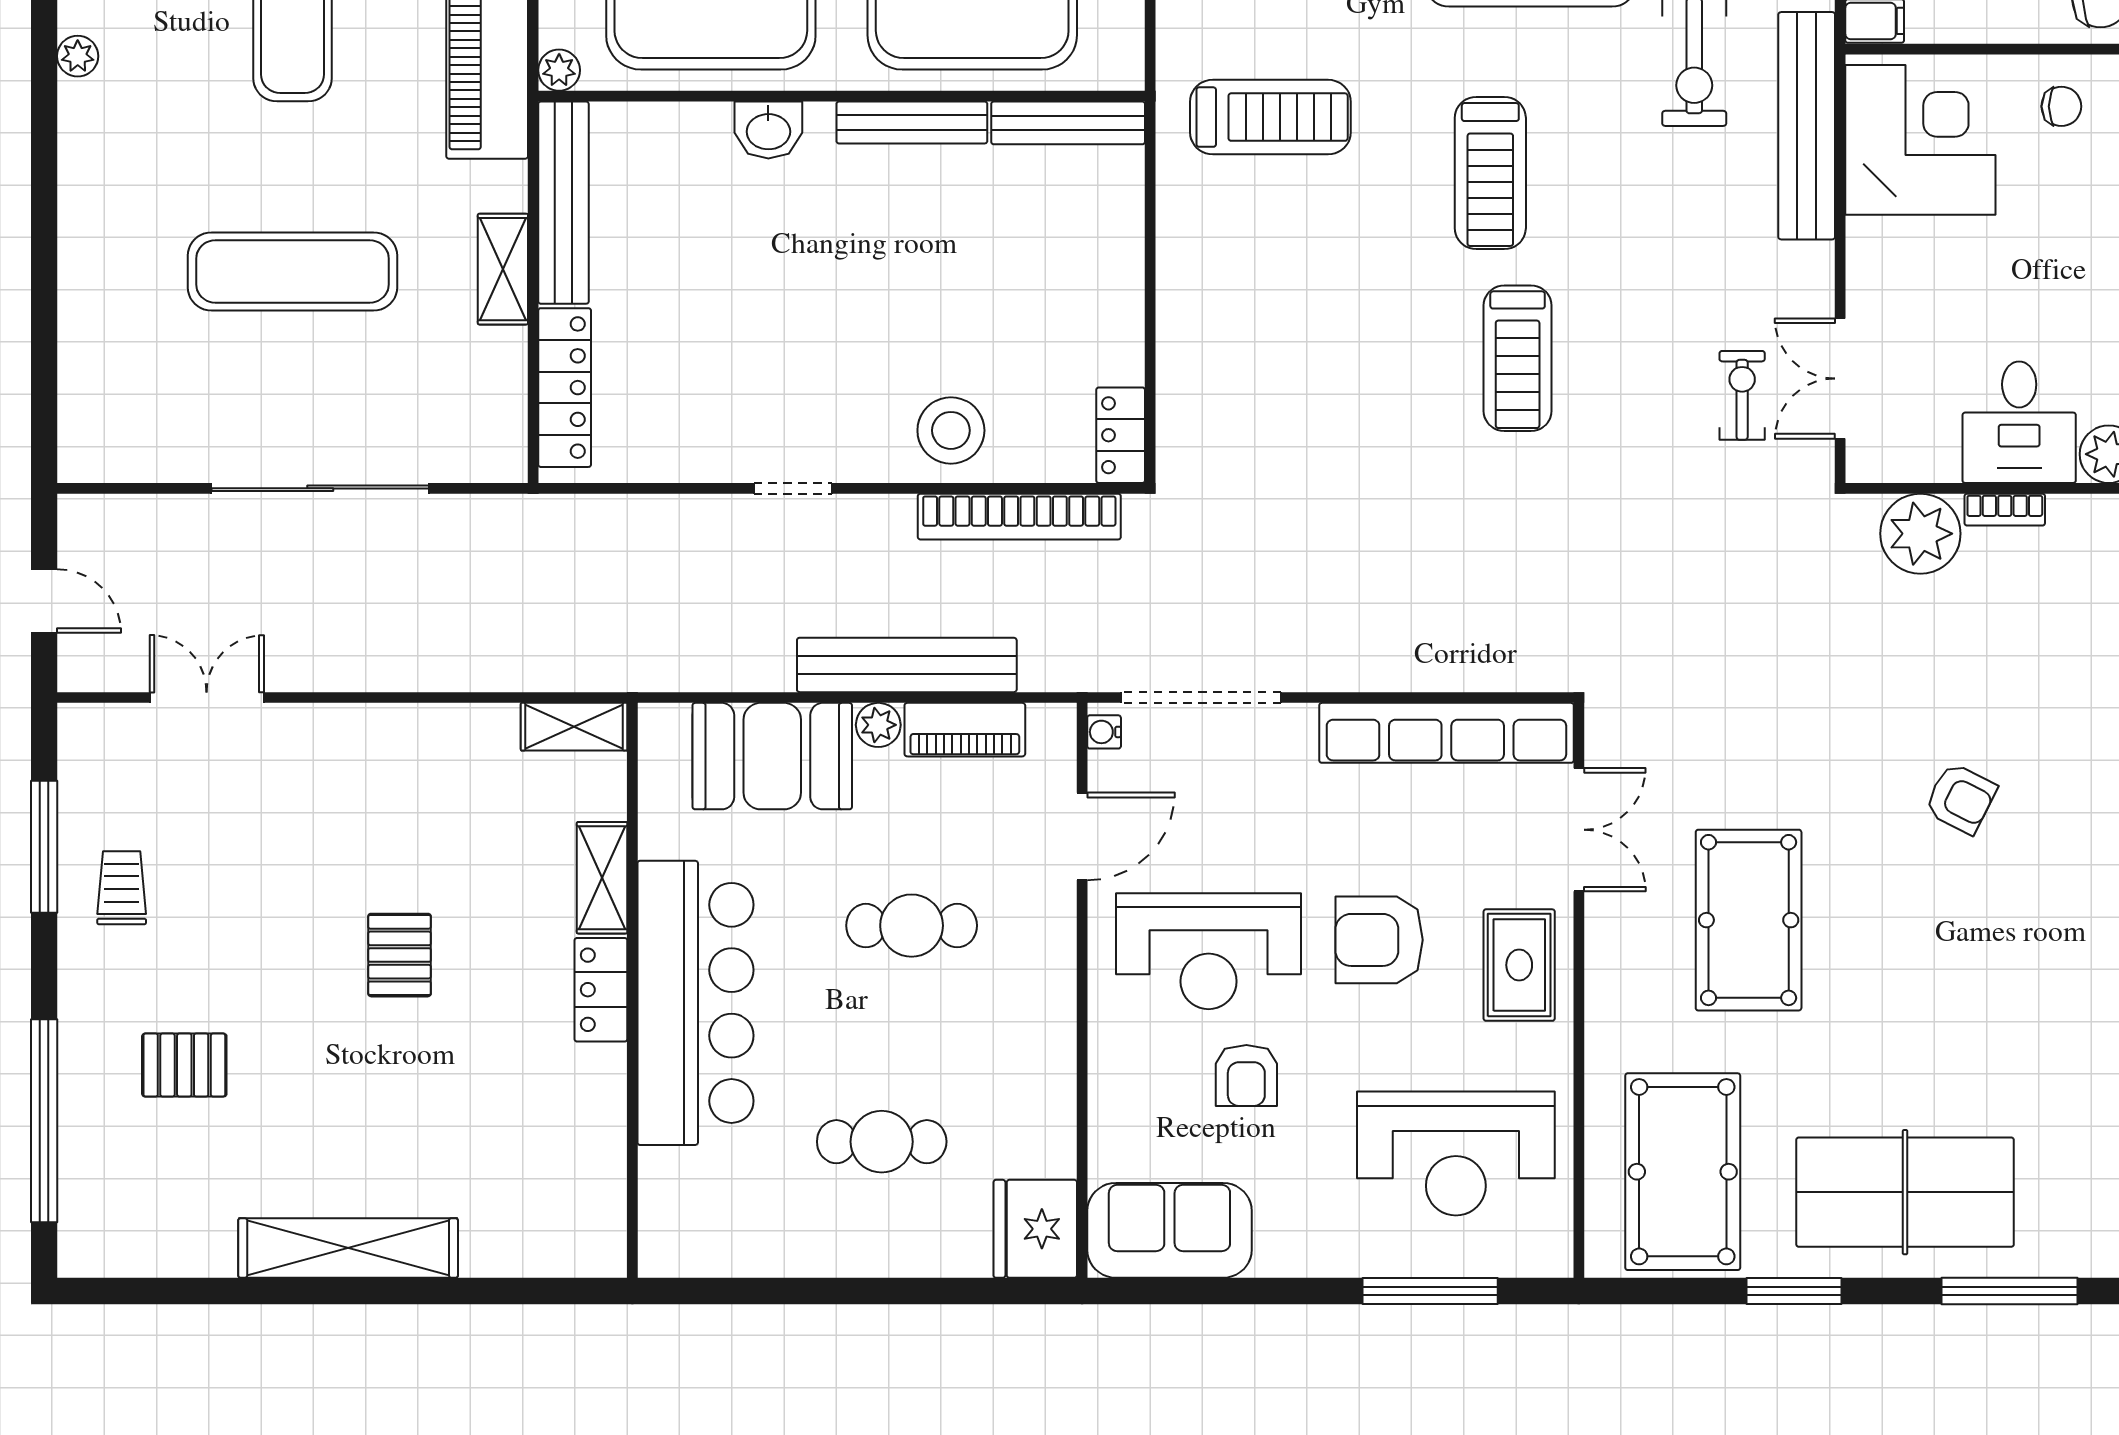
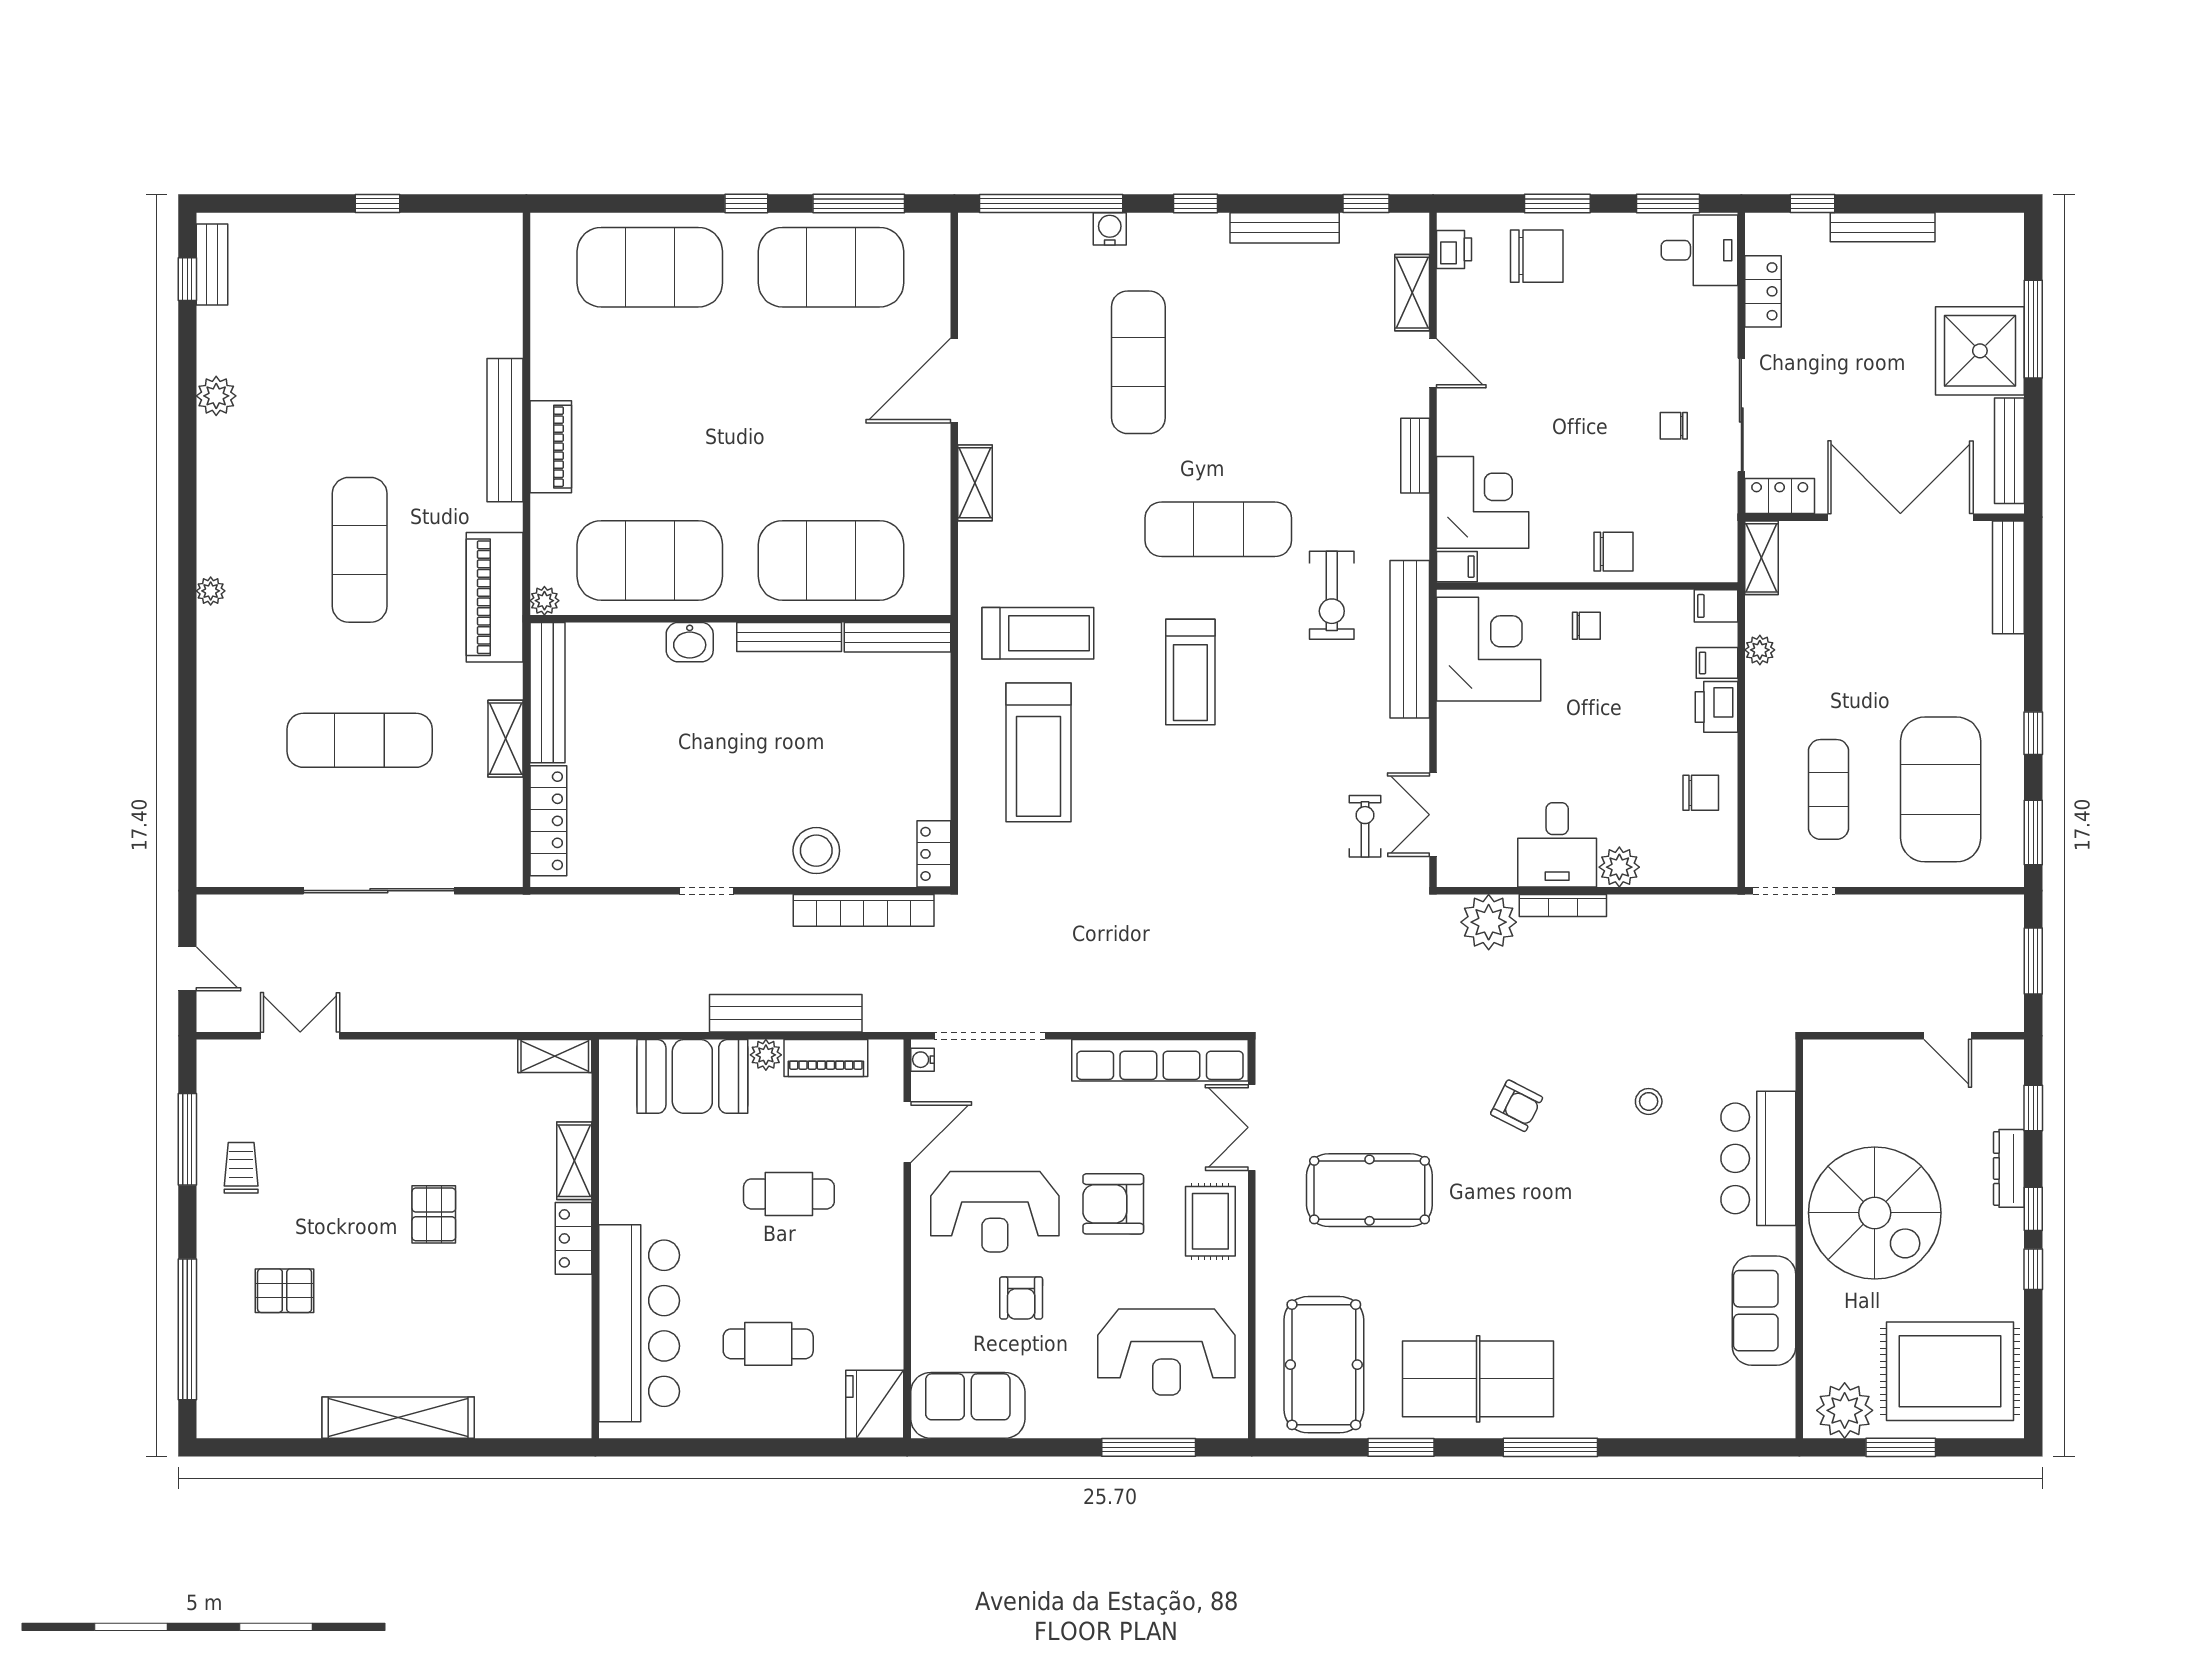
treadmill: (1518, 358) -> (1039, 752), moved, width x1.37, depth x1.38
bookcase: (2005, 510) -> (1563, 905), width x1.56
double door: (1579, 830) -> (1252, 1127), swing flipped
pool table: (1749, 920) -> (1369, 1190), turned 90
bar counter: (696, 1003) -> (639, 1323), moved

